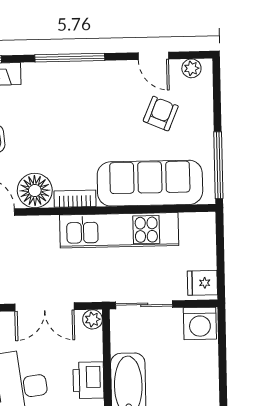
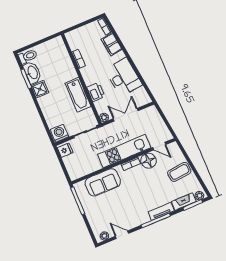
tv unit: (51, 72) -> (161, 211), added
armchair: (161, 114) -> (110, 212), removed
sofa: (150, 183) -> (103, 182), width x0.73
kitchen unit: (119, 230) -> (124, 151), moved

